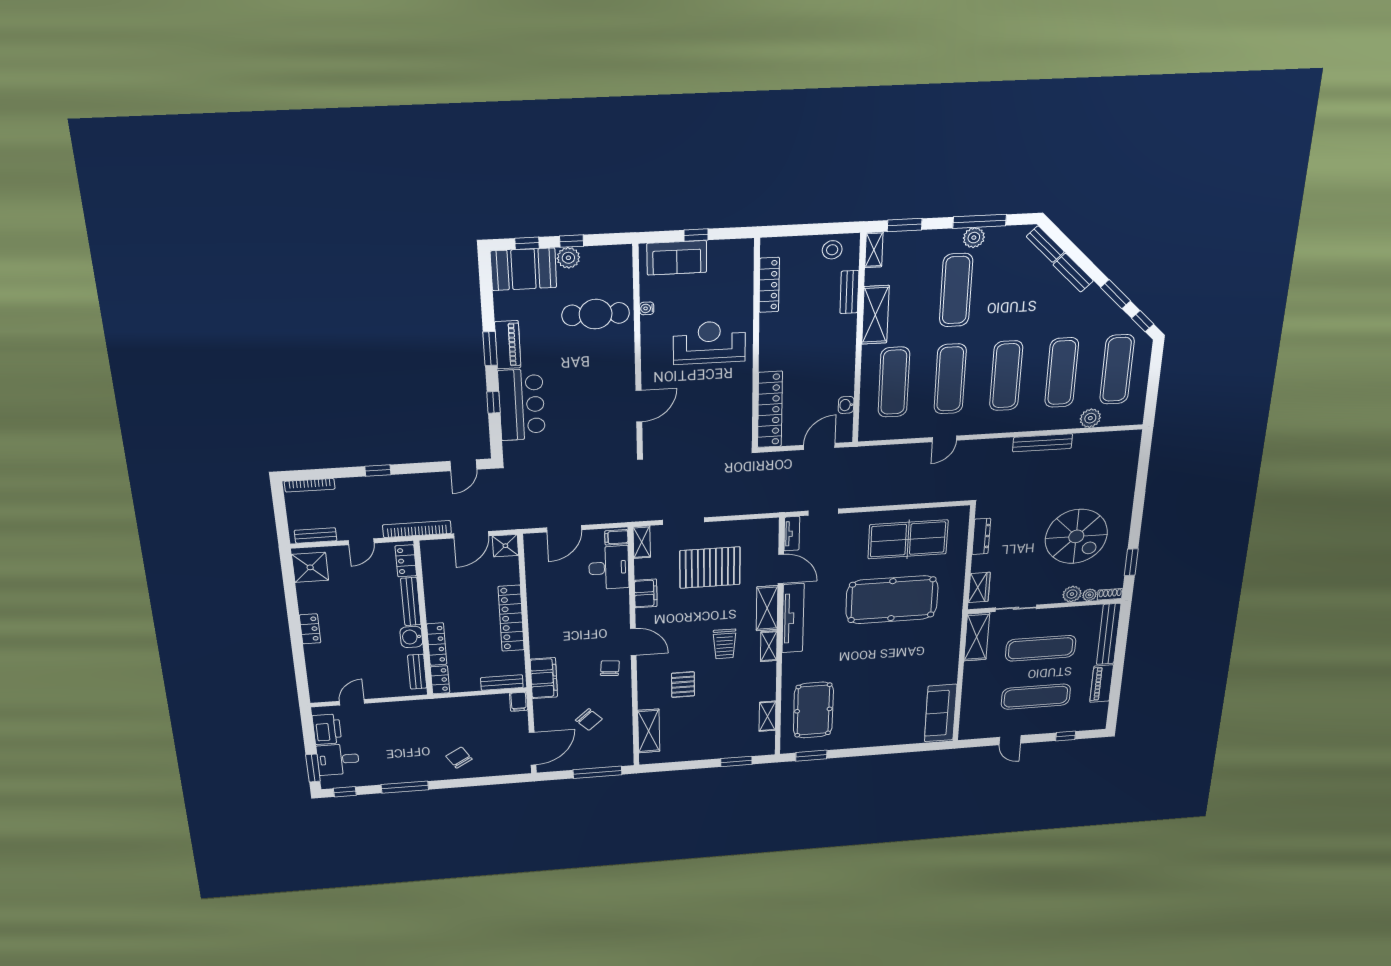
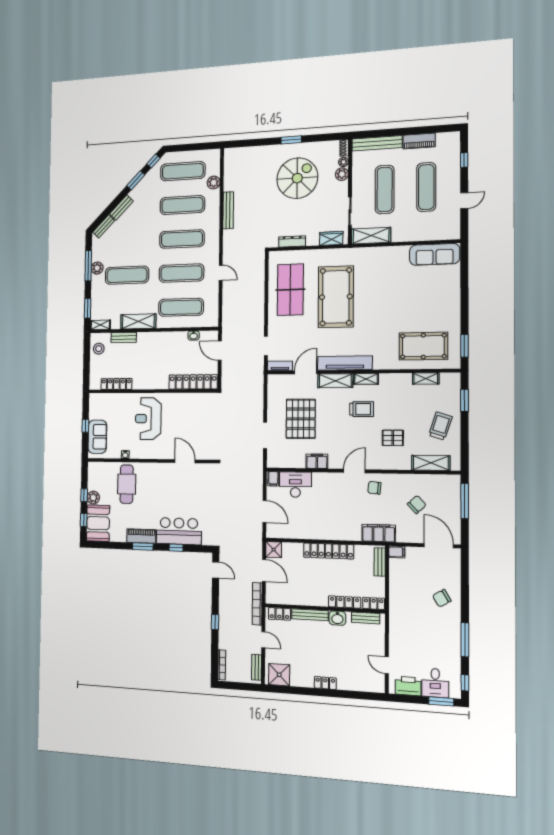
shelving: (642, 542) -> (278, 463), removed
window: (1131, 562) -> (291, 140), moved
trolley: (701, 738) -> (440, 426), added

